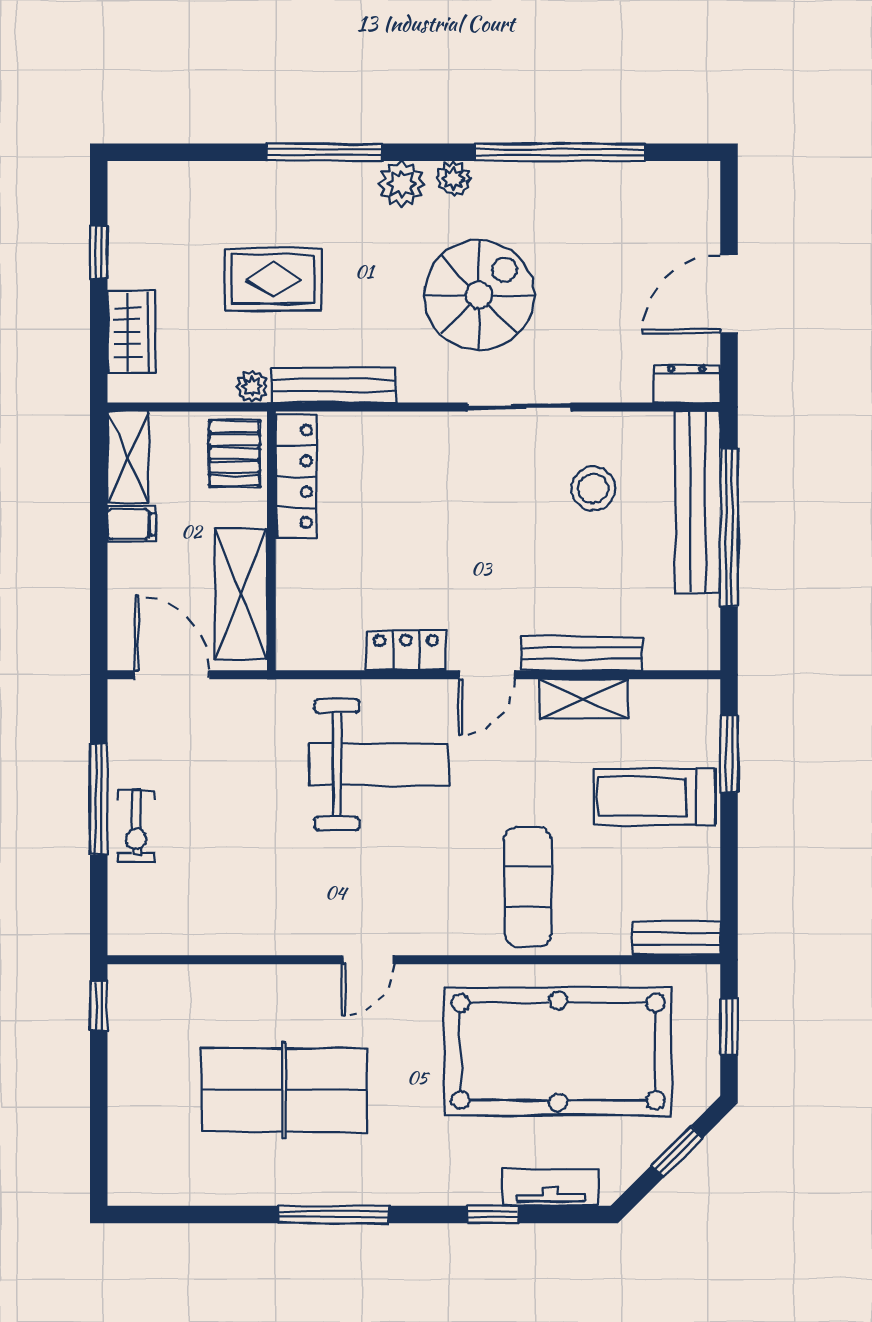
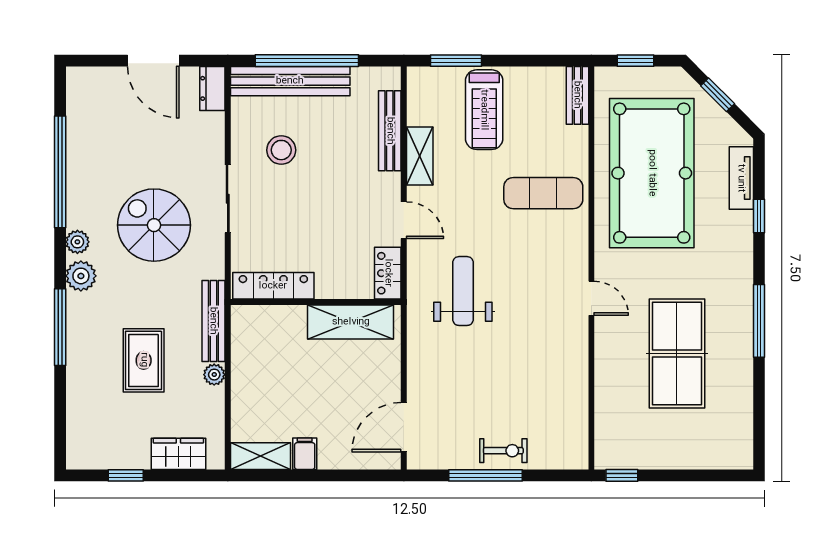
pallet: (234, 453) -> (258, 386), removed
locker: (296, 476) -> (273, 286), moved
wall: (271, 541) -> (316, 302), moved
shelving: (241, 594) -> (351, 322), moved
bench: (582, 653) -> (390, 131), moved
weight bench: (379, 765) -> (463, 291), width x0.73, depth x0.75

